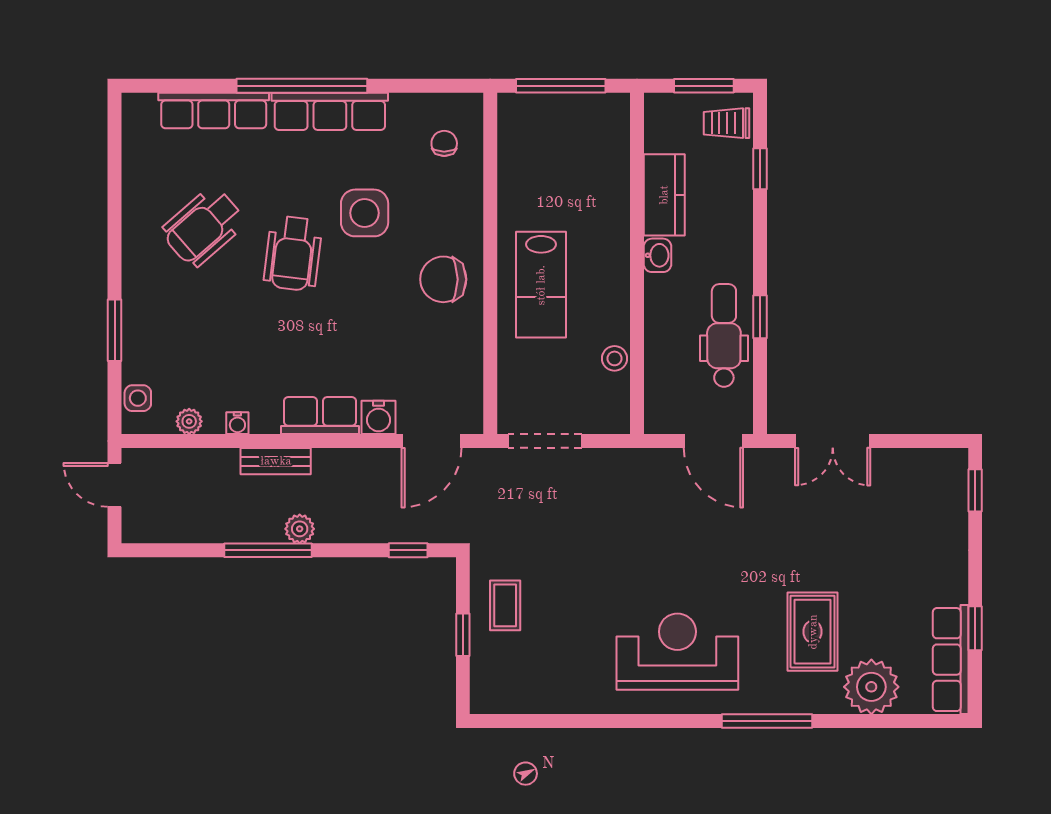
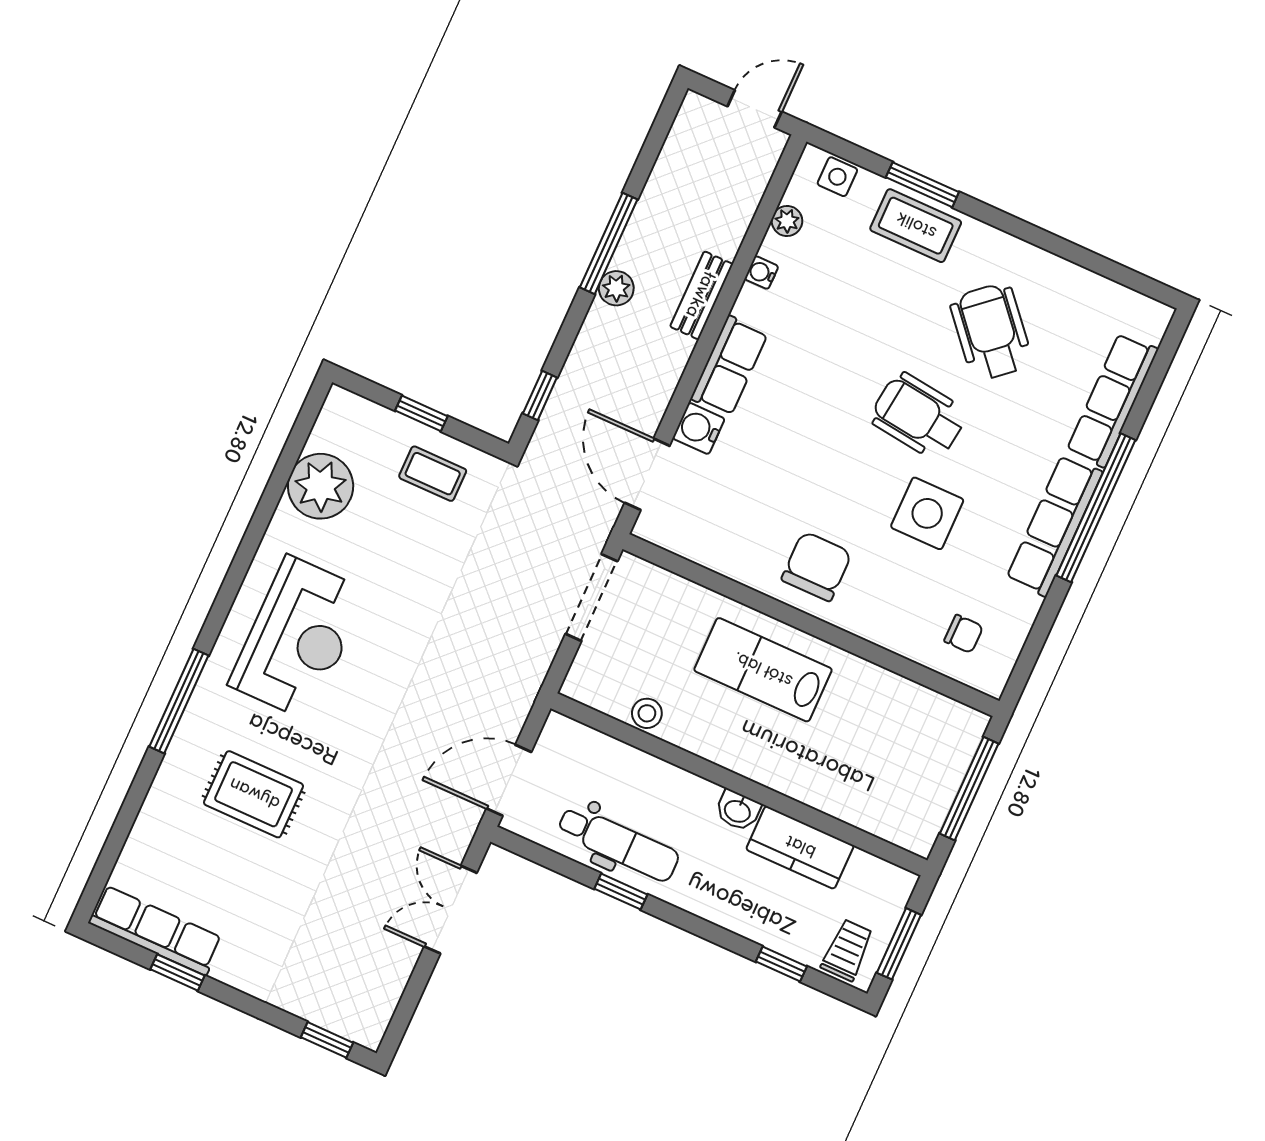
coffee table: (148, 321) -> (916, 226), added
plant: (871, 687) -> (321, 486), moved

